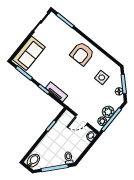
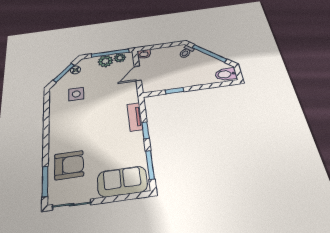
armchair: (82, 54) -> (69, 165), moved
door: (82, 120) -> (138, 73), swing flipped

